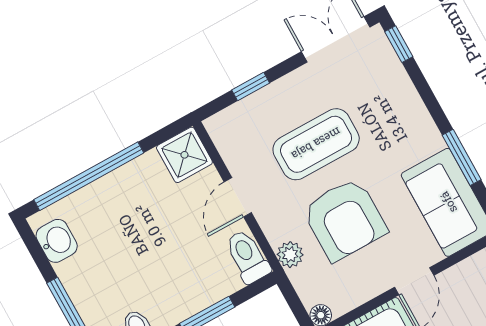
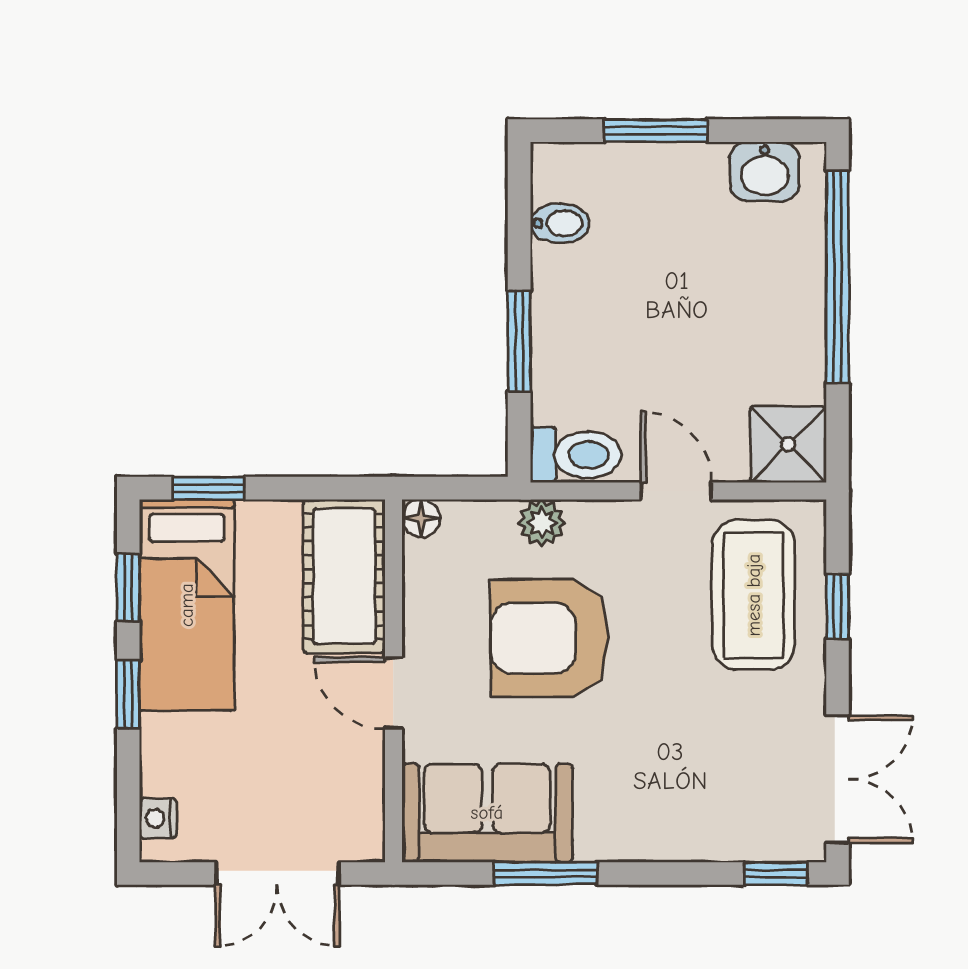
coffee table: (316, 144) -> (754, 595), moved

